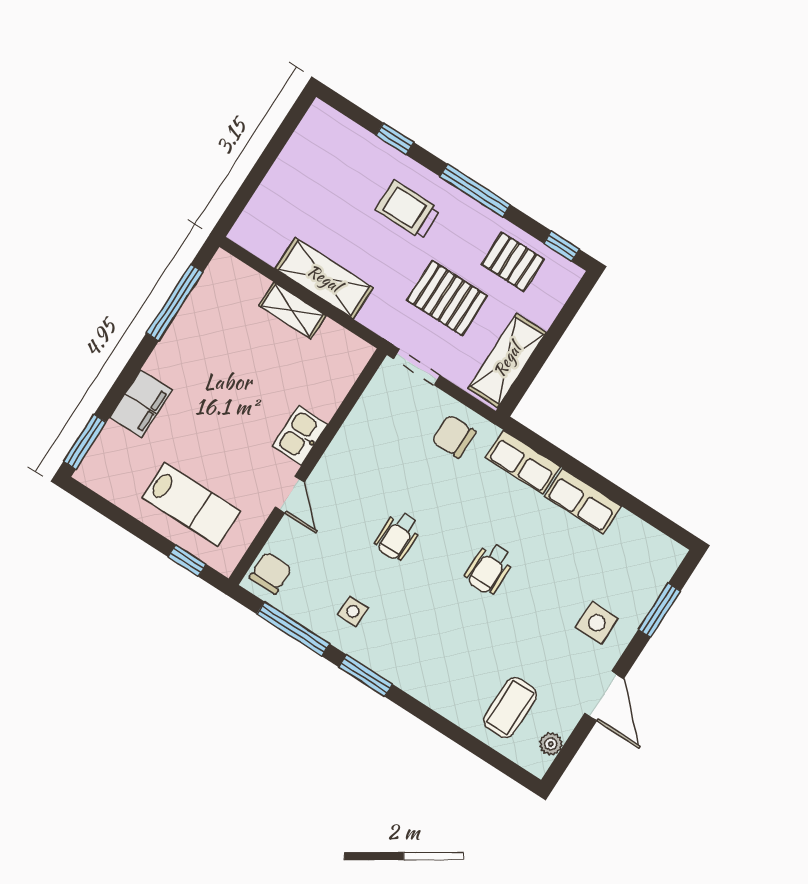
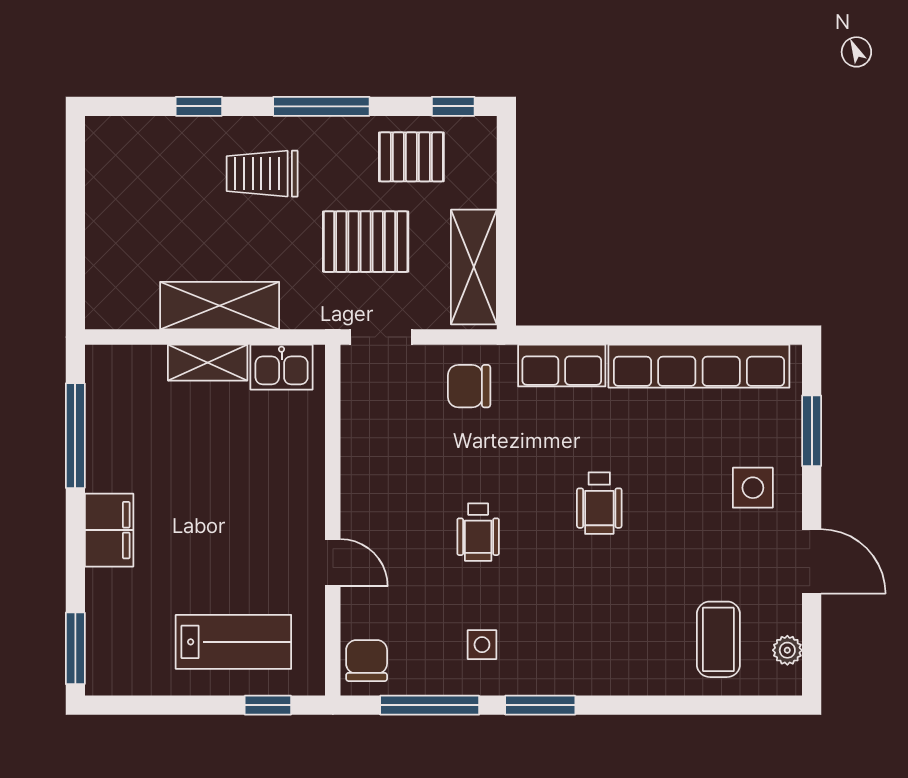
filing cabinet: (141, 404) -> (109, 530), moved
kitchen sink: (300, 435) -> (282, 367), moved, turned -90
row of seats: (583, 501) -> (699, 366), width x2.02

